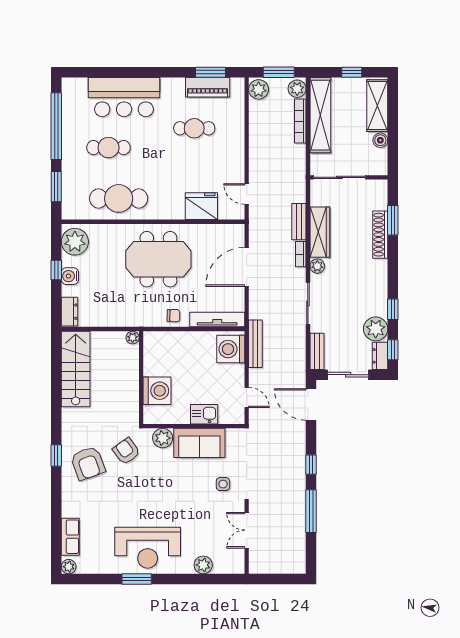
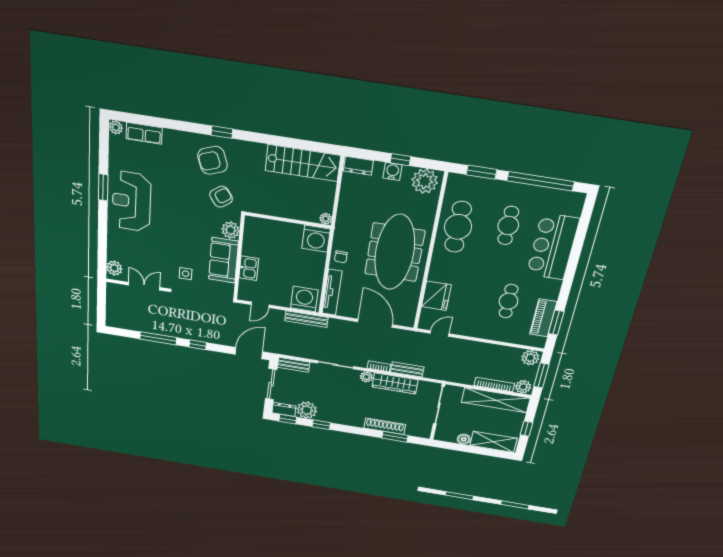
meeting table: (158, 259) -> (395, 252), width x1.36
washing machine: (157, 391) -> (316, 239), moved
plant: (203, 565) -> (114, 268), moved

